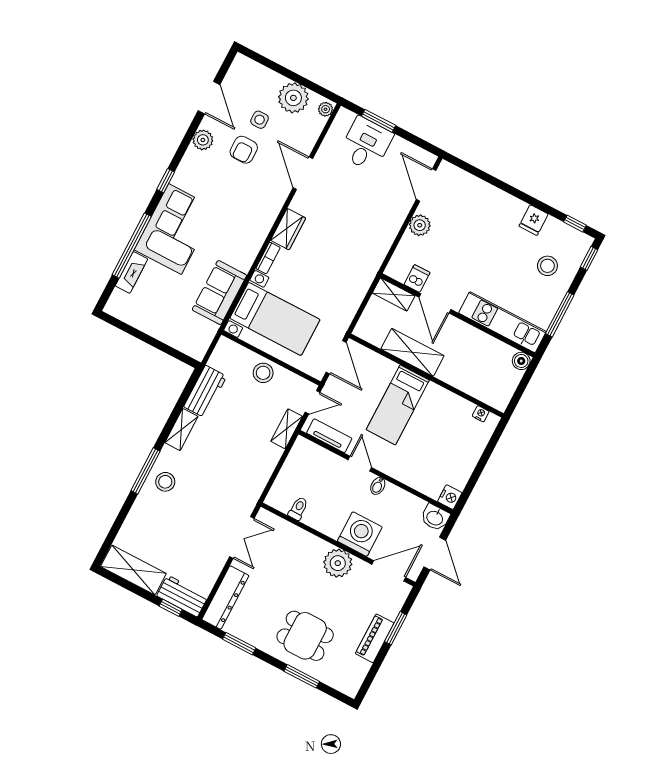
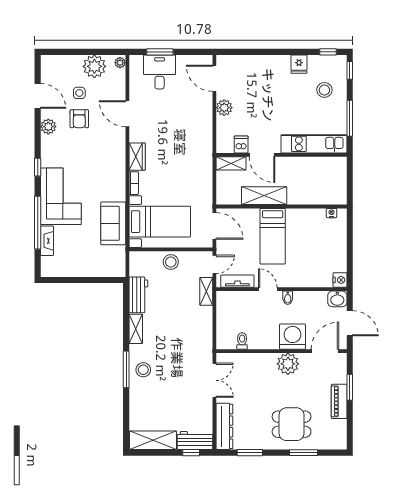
boiler: (521, 361) -> (340, 163), removed

